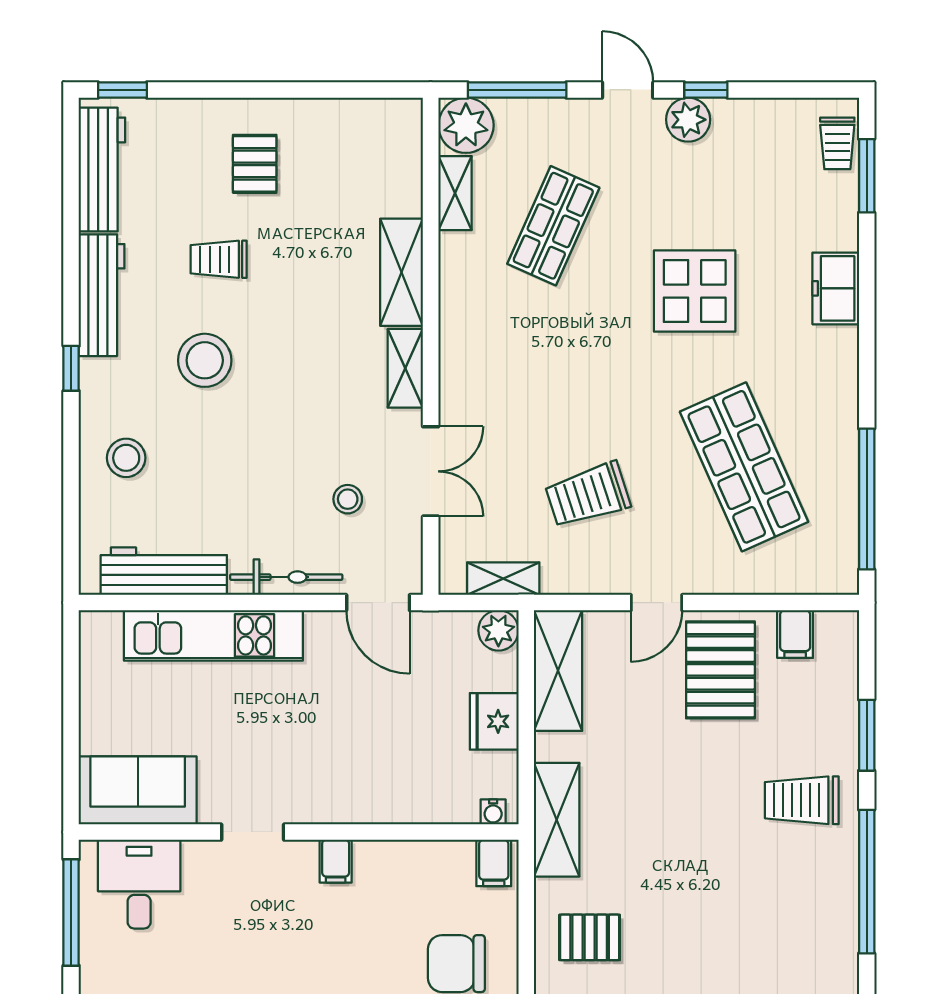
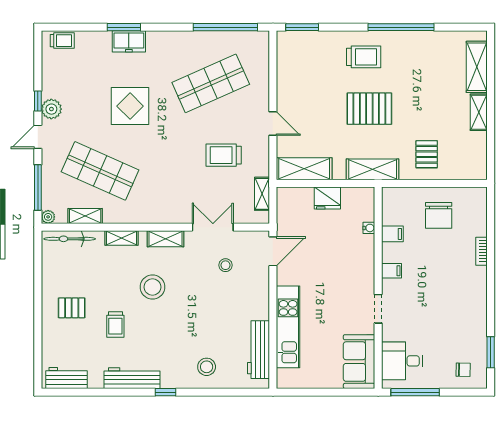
window: (122, 90) -> (38, 369), removed
plant: (466, 125) -> (48, 217), width x0.53, depth x0.53
workbench: (102, 170) -> (67, 378), width x0.73
window: (867, 176) -> (124, 27), moved
shop shelf: (553, 226) -> (100, 171), width x1.43, depth x1.36
shelving: (402, 272) -> (121, 238), width x0.67, depth x0.75
stool: (205, 360) -> (152, 287), moved
trolley: (588, 495) -> (224, 155), turned 108
bicycle: (286, 577) -> (70, 239), moved, turned -90
plant: (498, 630) -> (286, 196), removed
filing cabinet: (795, 634) -> (287, 60), removed
pallet: (720, 670) -> (369, 109), moved
window: (867, 735) -> (302, 27), moved
trolley: (802, 800) -> (364, 57), turned -90
water cooler: (493, 812) -> (369, 228), moved
filing cabinet: (494, 863) -> (392, 234), moved

